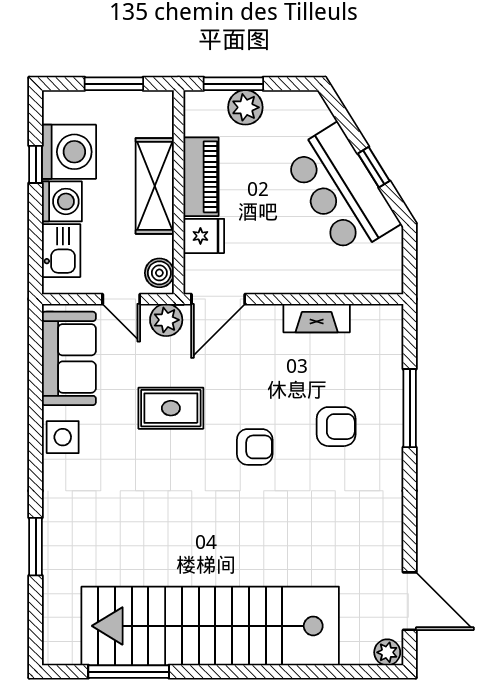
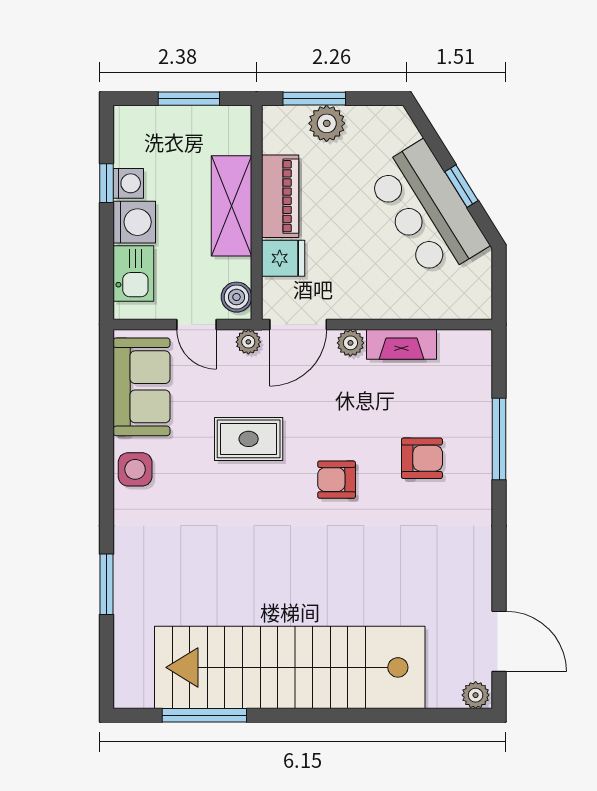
washing machine: (69, 152) -> (128, 183), width x0.53, depth x0.53
plant: (268, 317) -> (350, 343), added
plant: (166, 320) -> (248, 342), width x0.73, depth x0.73
armchair: (255, 447) -> (337, 480), turned 180

